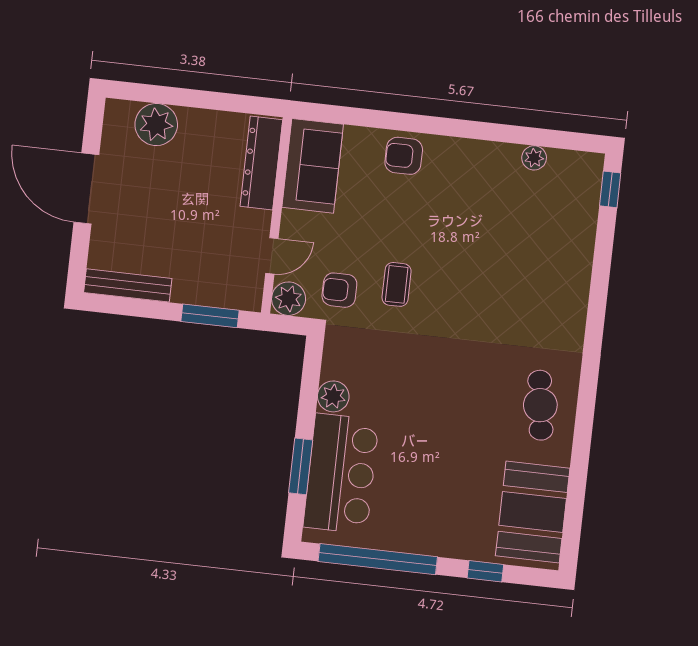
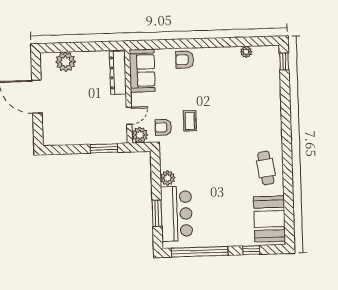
bench: (128, 285) -> (63, 140), removed

